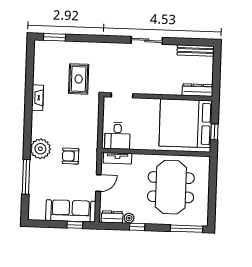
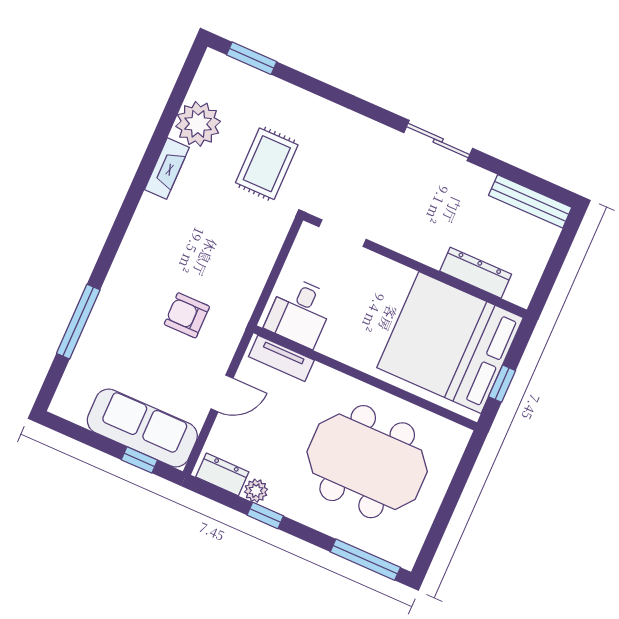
dresser: (197, 90) -> (476, 273), moved
plant: (40, 149) -> (198, 124), moved
meeting table: (171, 187) -> (367, 462), turned 90

